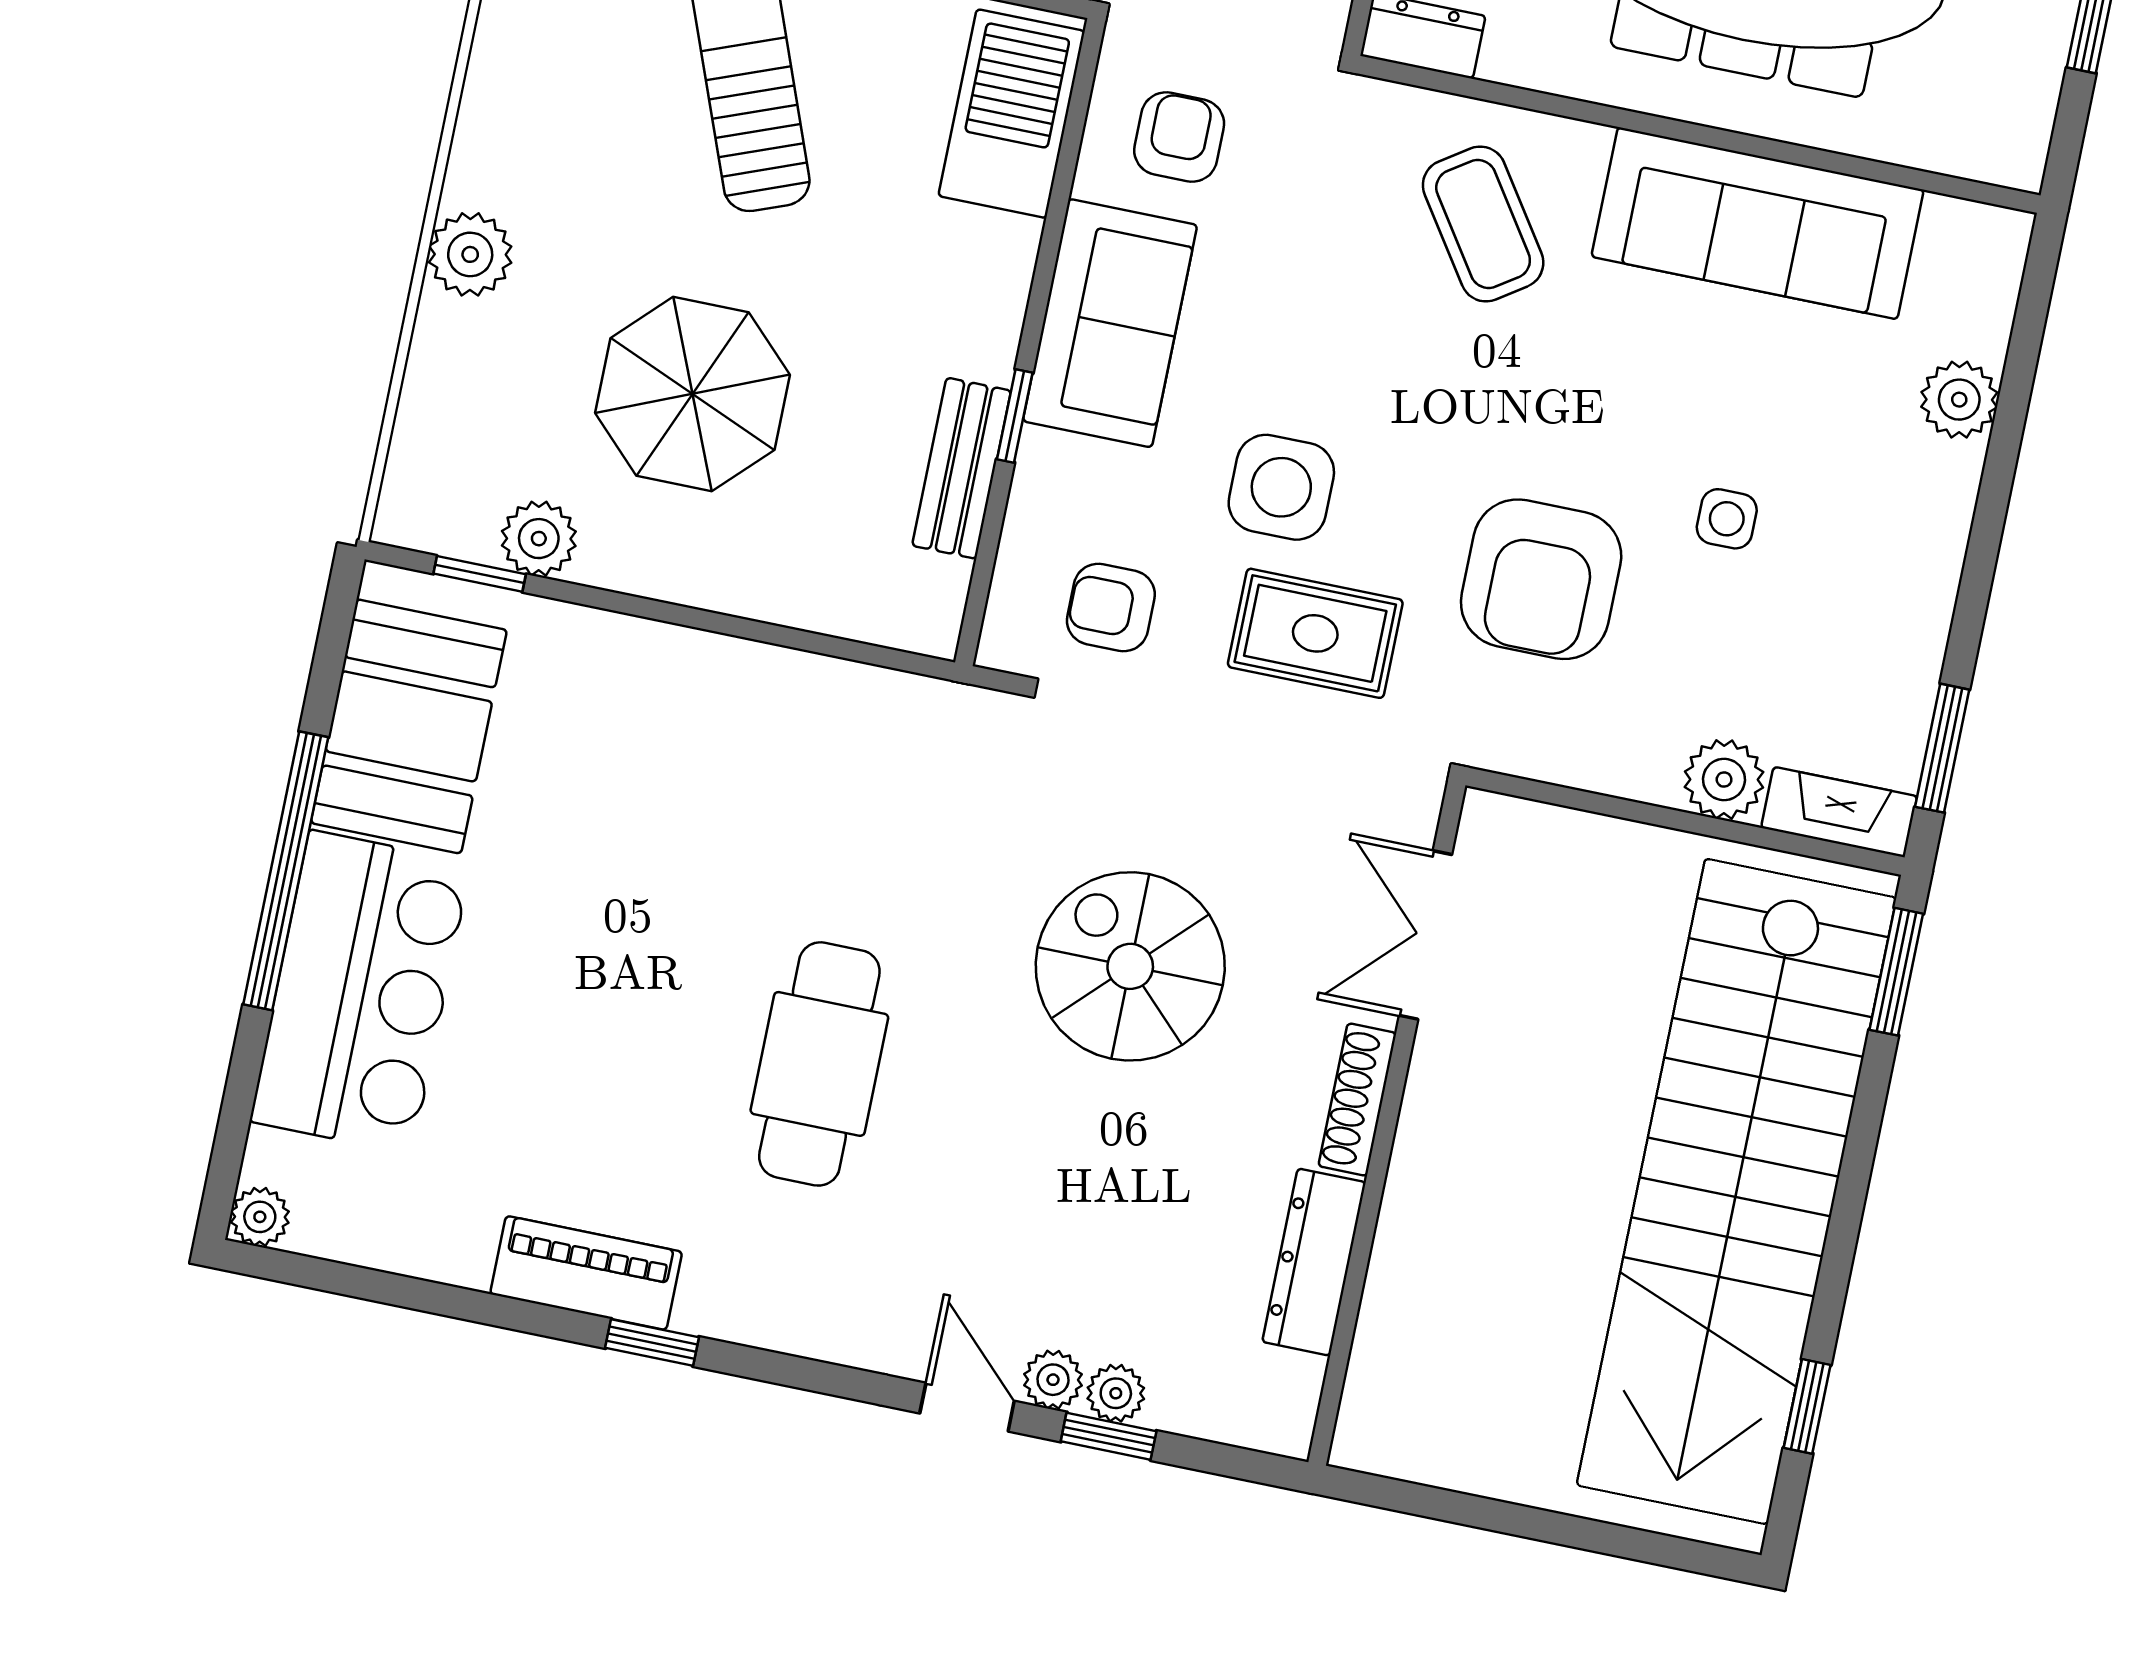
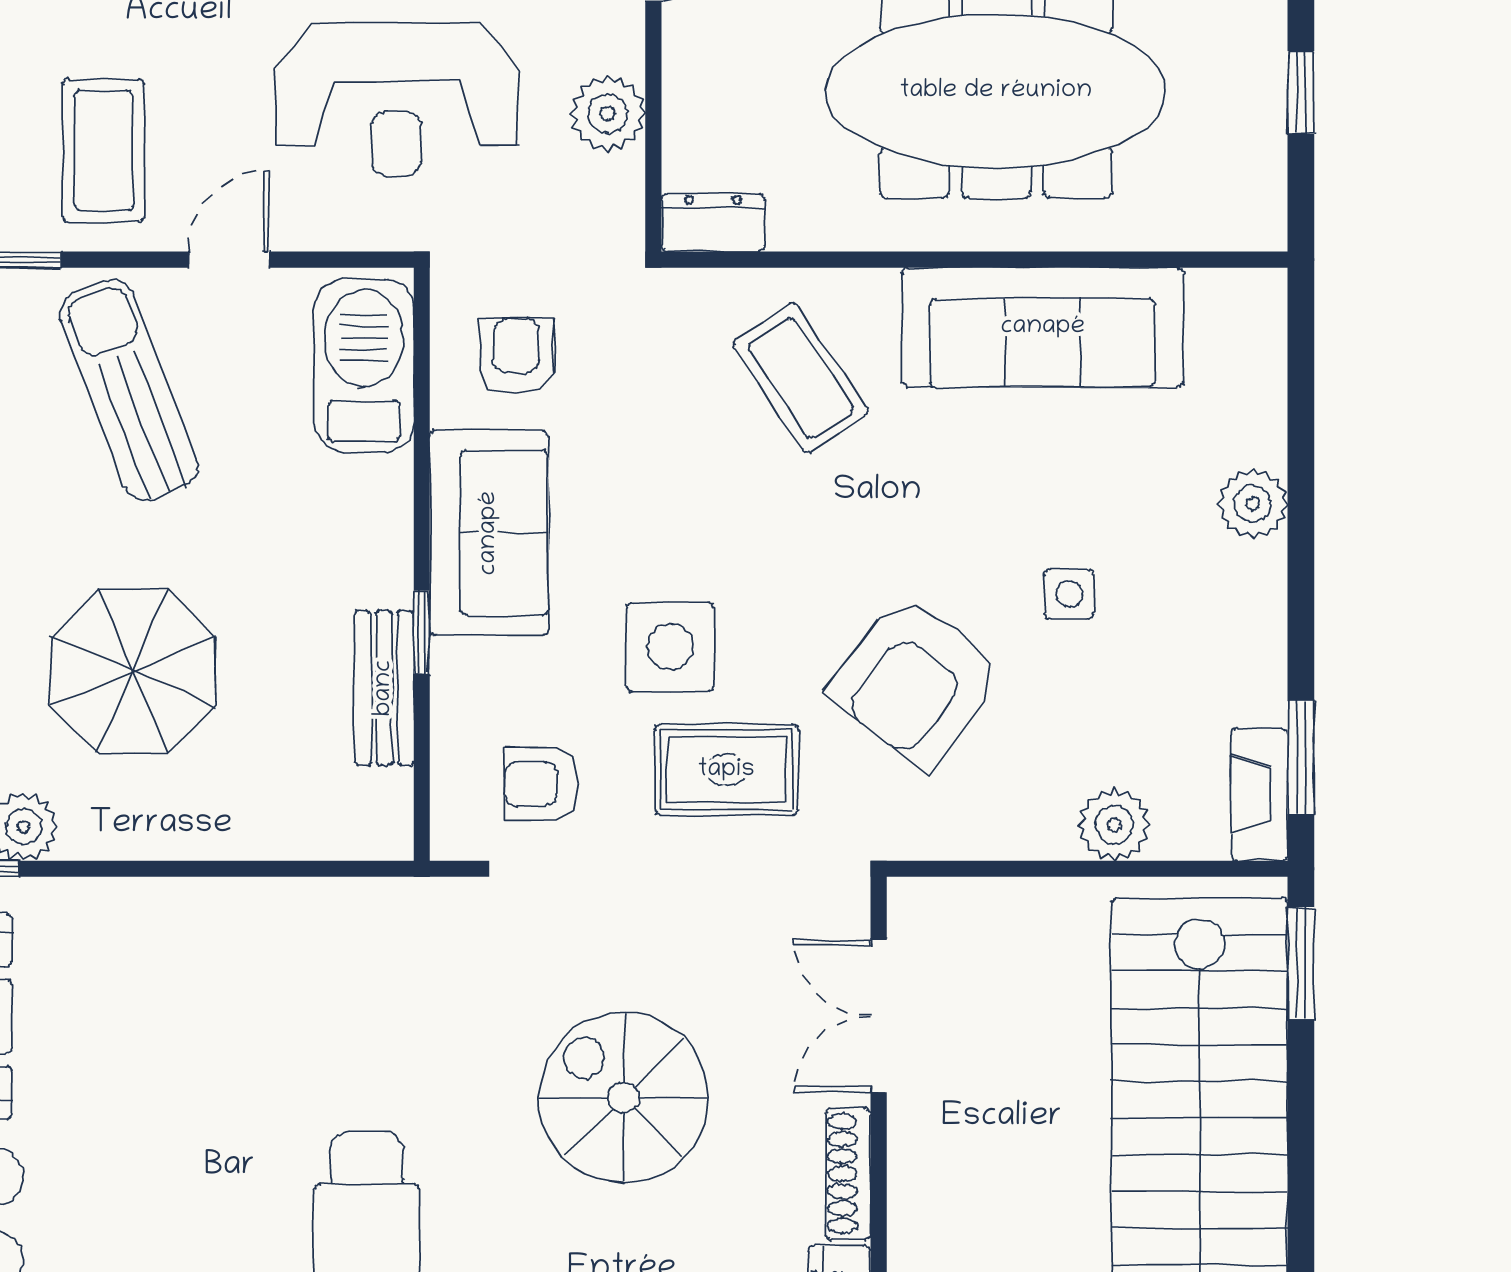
plant: (1959, 400) -> (1253, 504), moved
armchair: (1541, 579) -> (916, 681), turned 38
fireplace: (1839, 812) -> (1259, 795), moved, turned -90

